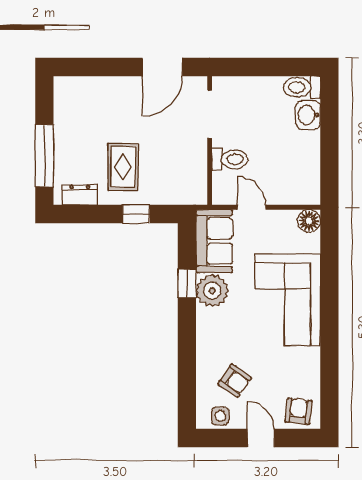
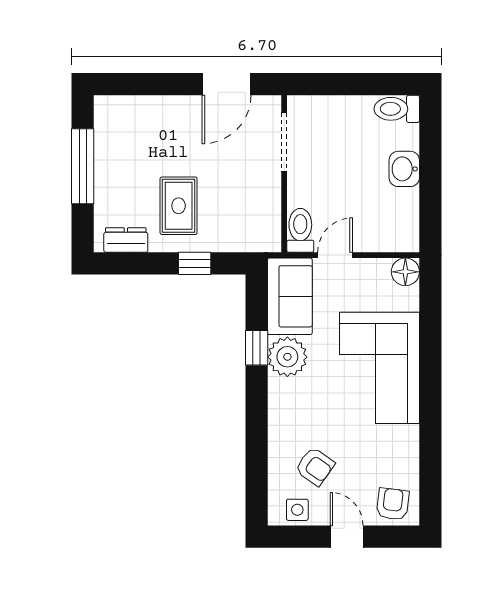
washbasin: (308, 115) -> (404, 169), moved
window: (44, 156) -> (83, 166), moved
toilet: (230, 159) -> (300, 230), moved, turned -90
door: (251, 207) -> (335, 255), hinge flipped

